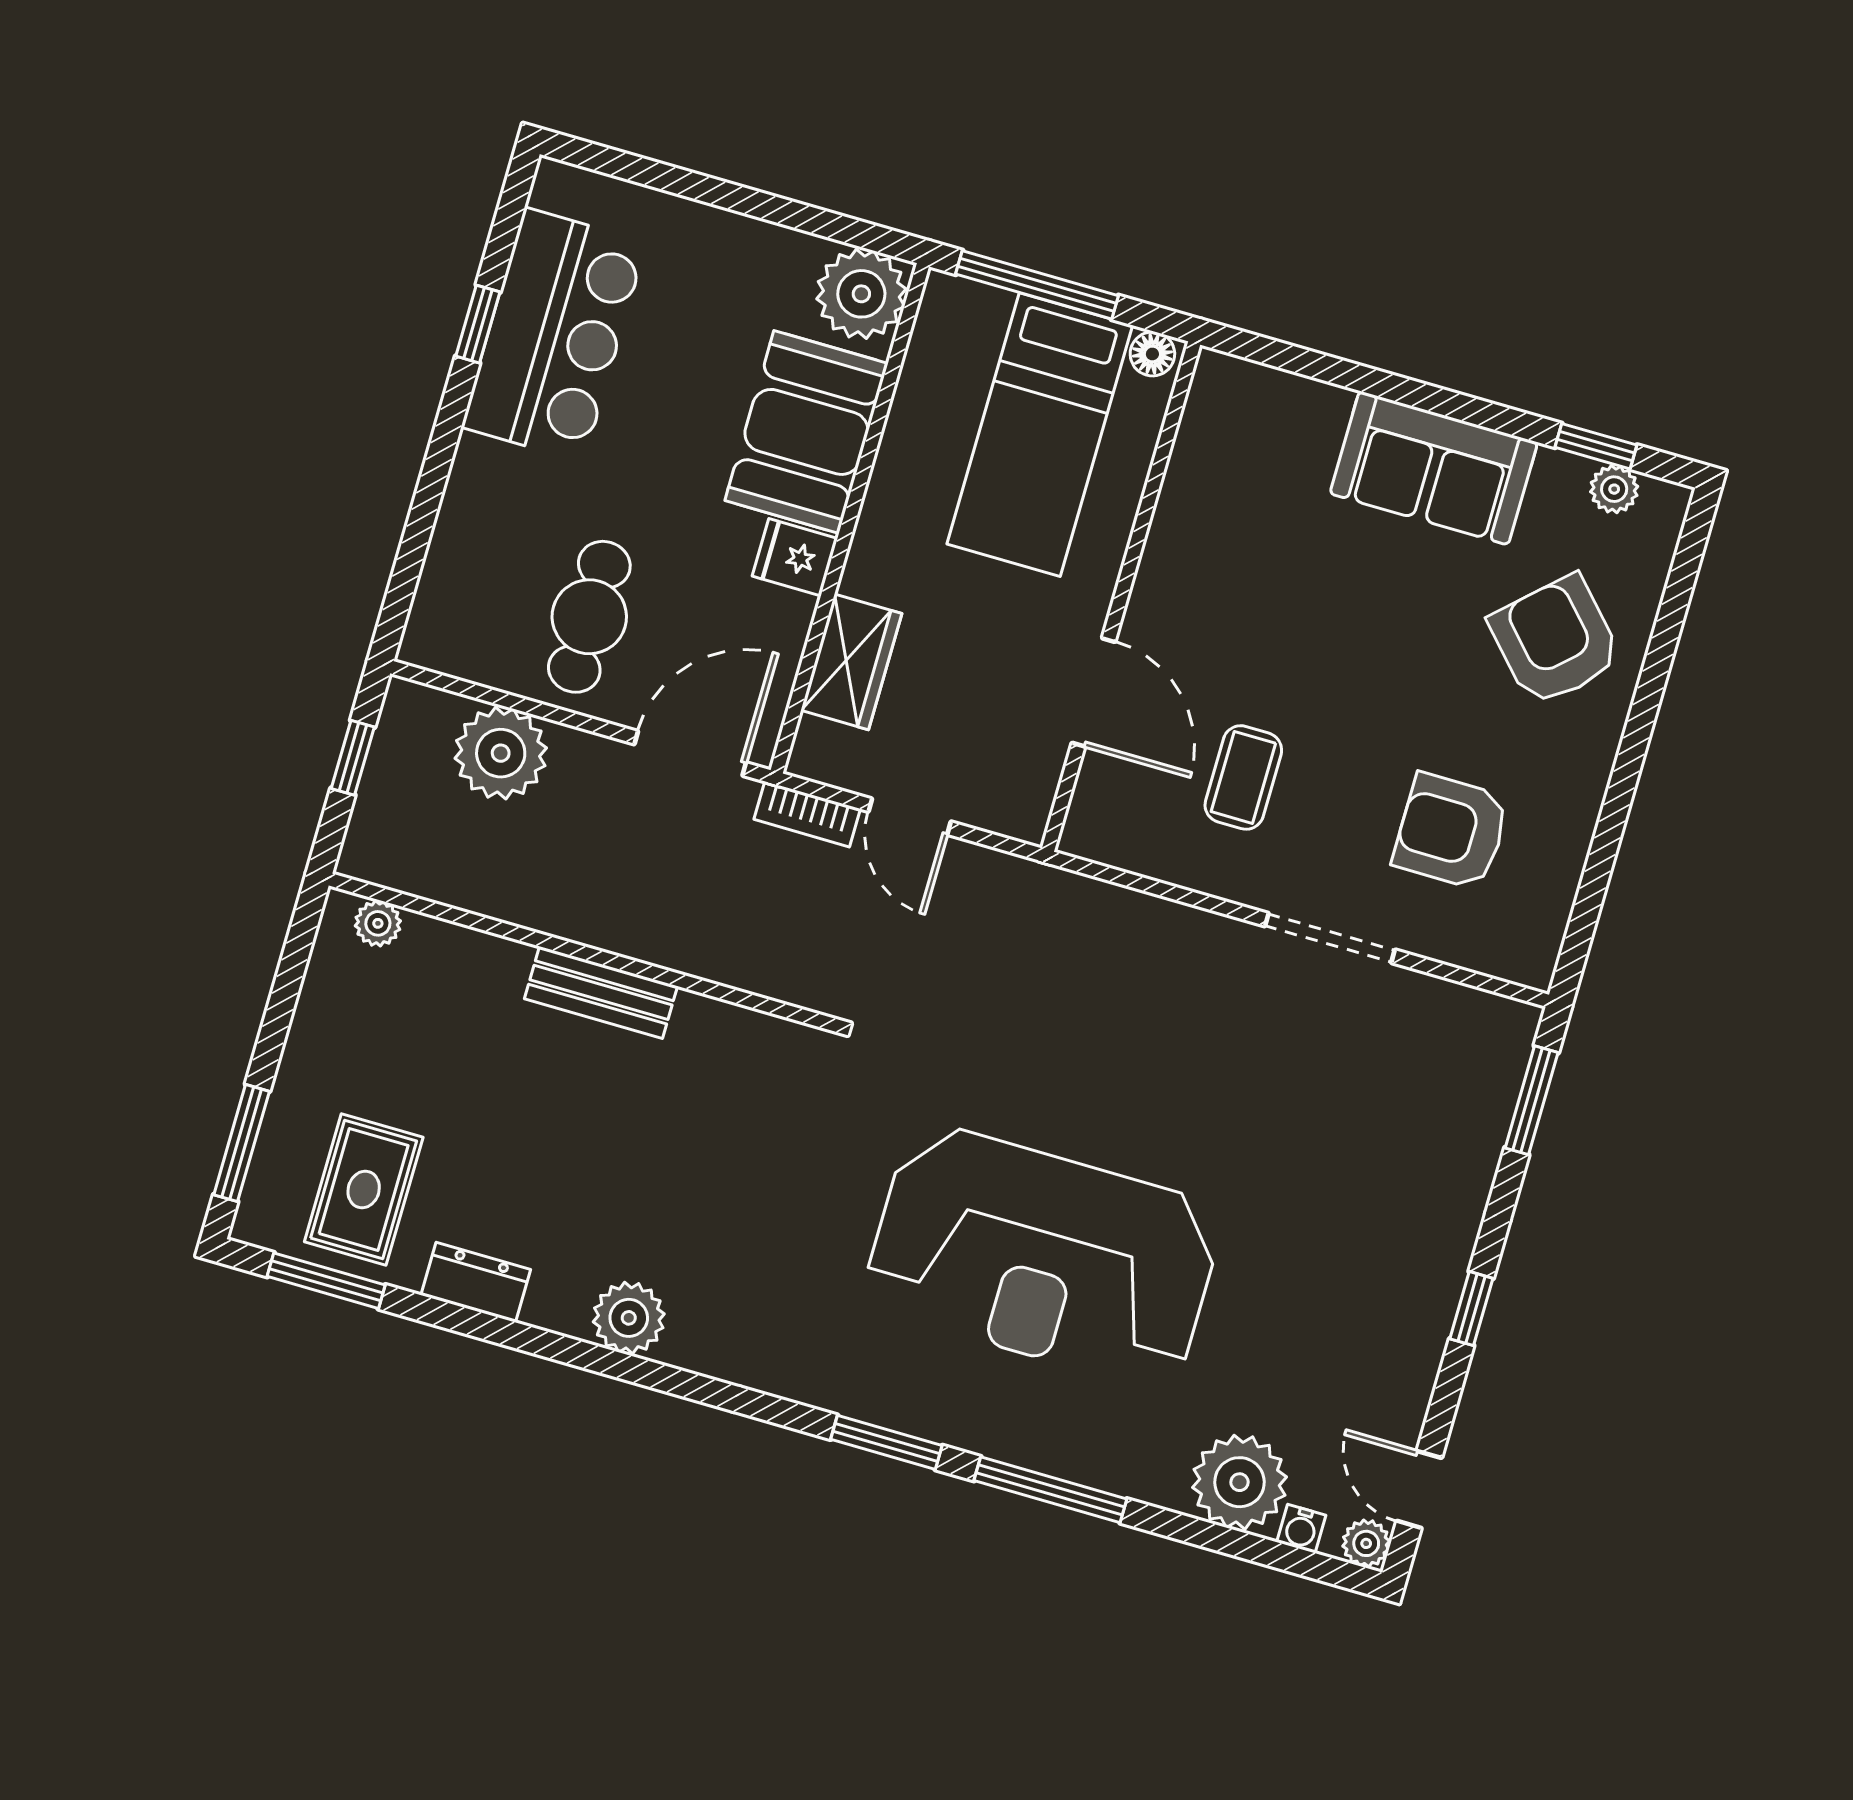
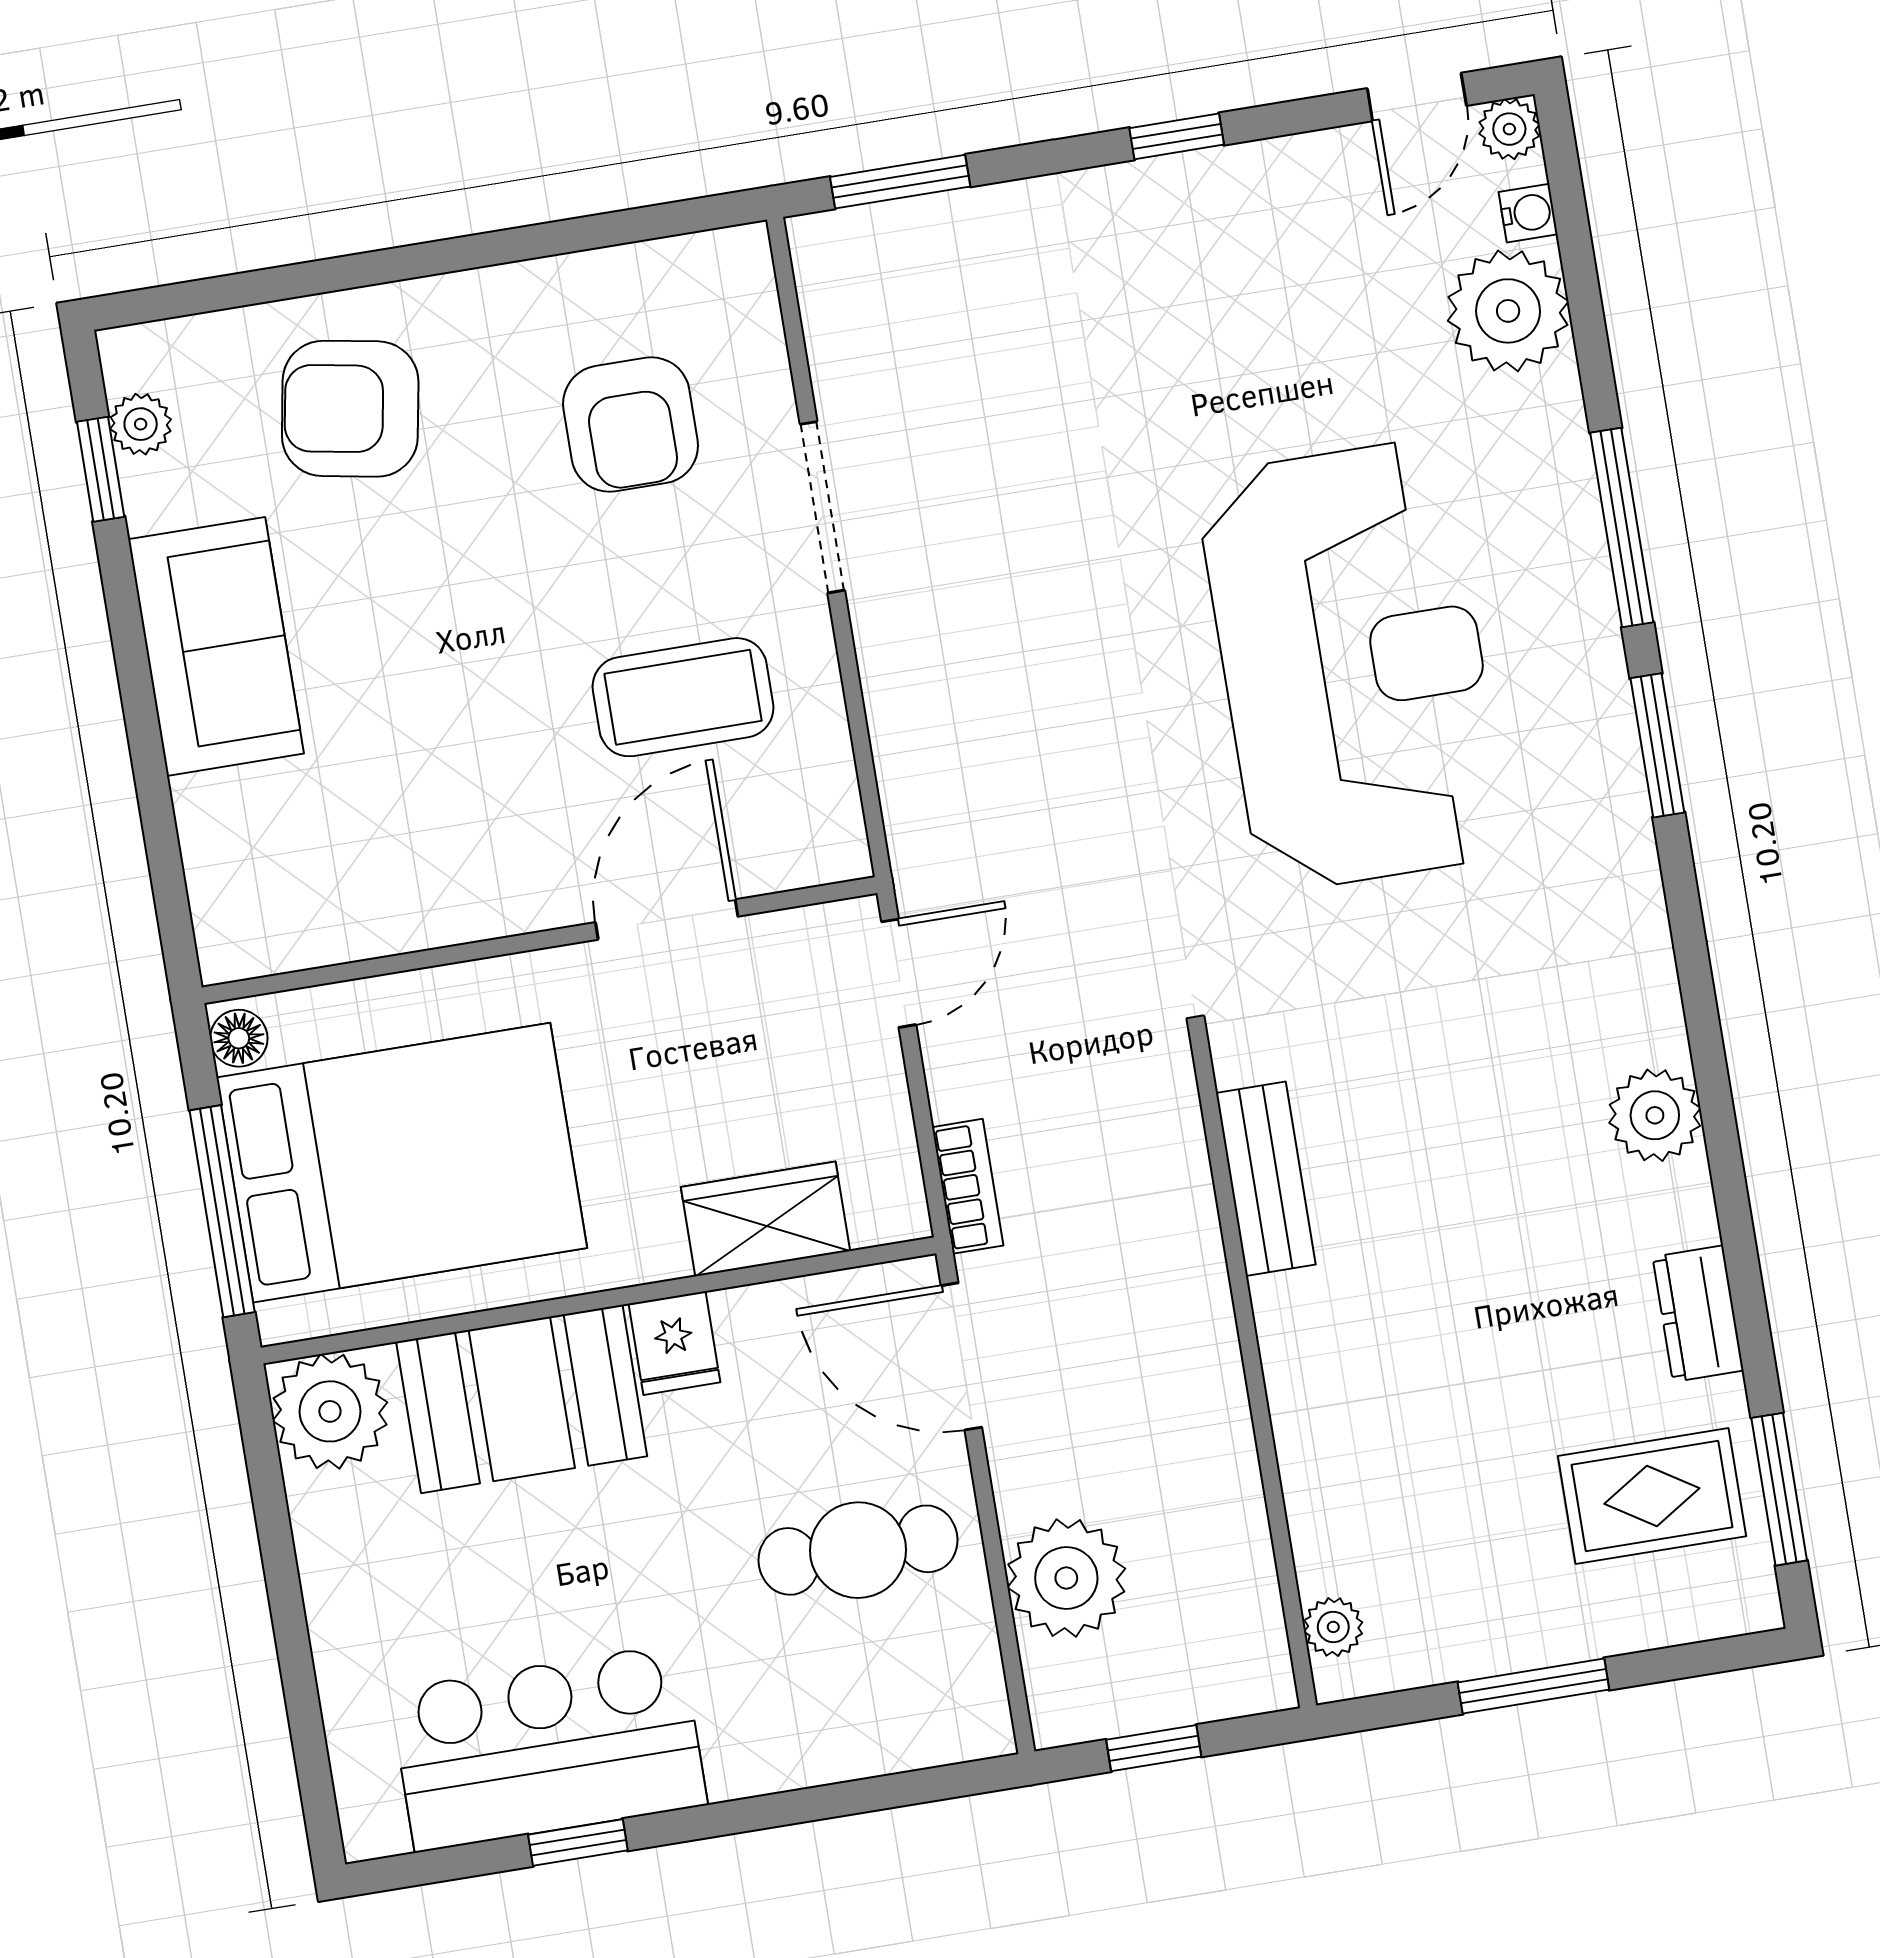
bed: (1040, 435) -> (402, 1163), width x1.50
armchair: (1555, 641) -> (350, 409), turned 53
coffee table: (1243, 777) -> (683, 697), width x1.36, depth x1.30
door: (910, 817) -> (899, 973), moved
bench: (601, 992) -> (1266, 1179), moved
window: (242, 1143) -> (1533, 1686), moved

